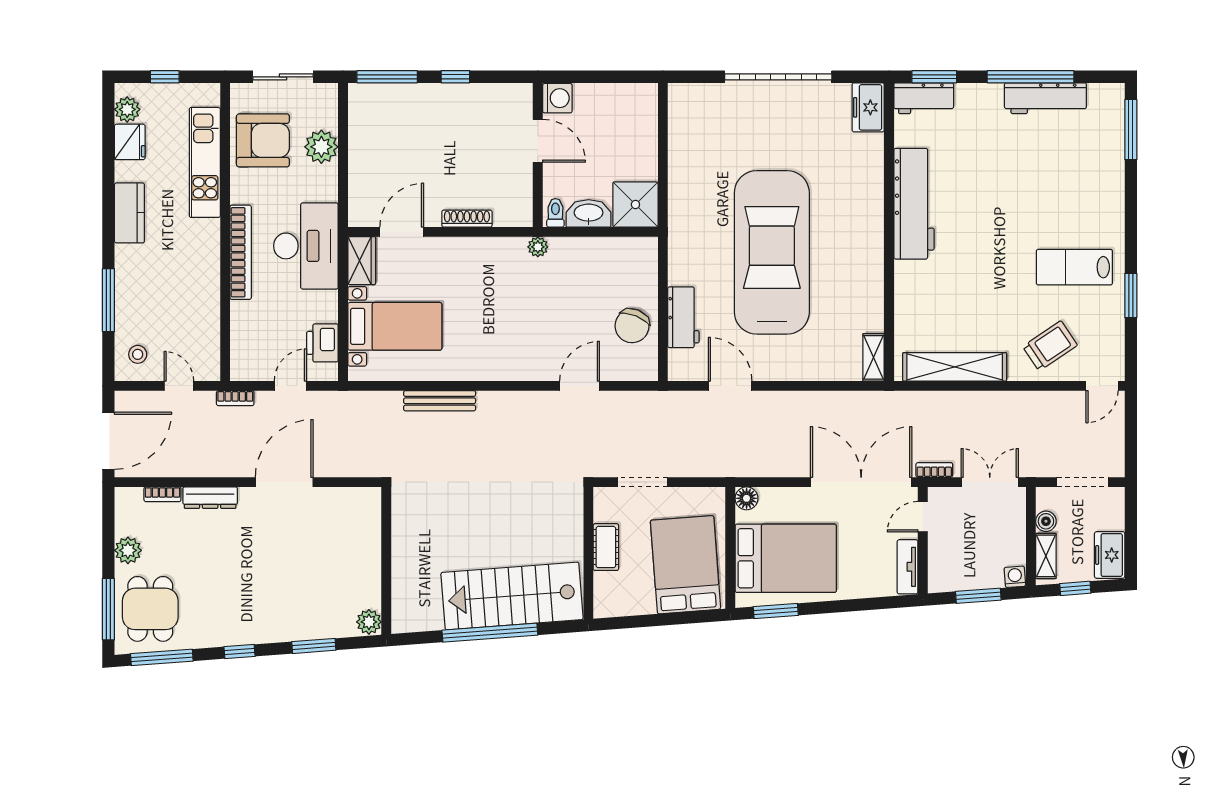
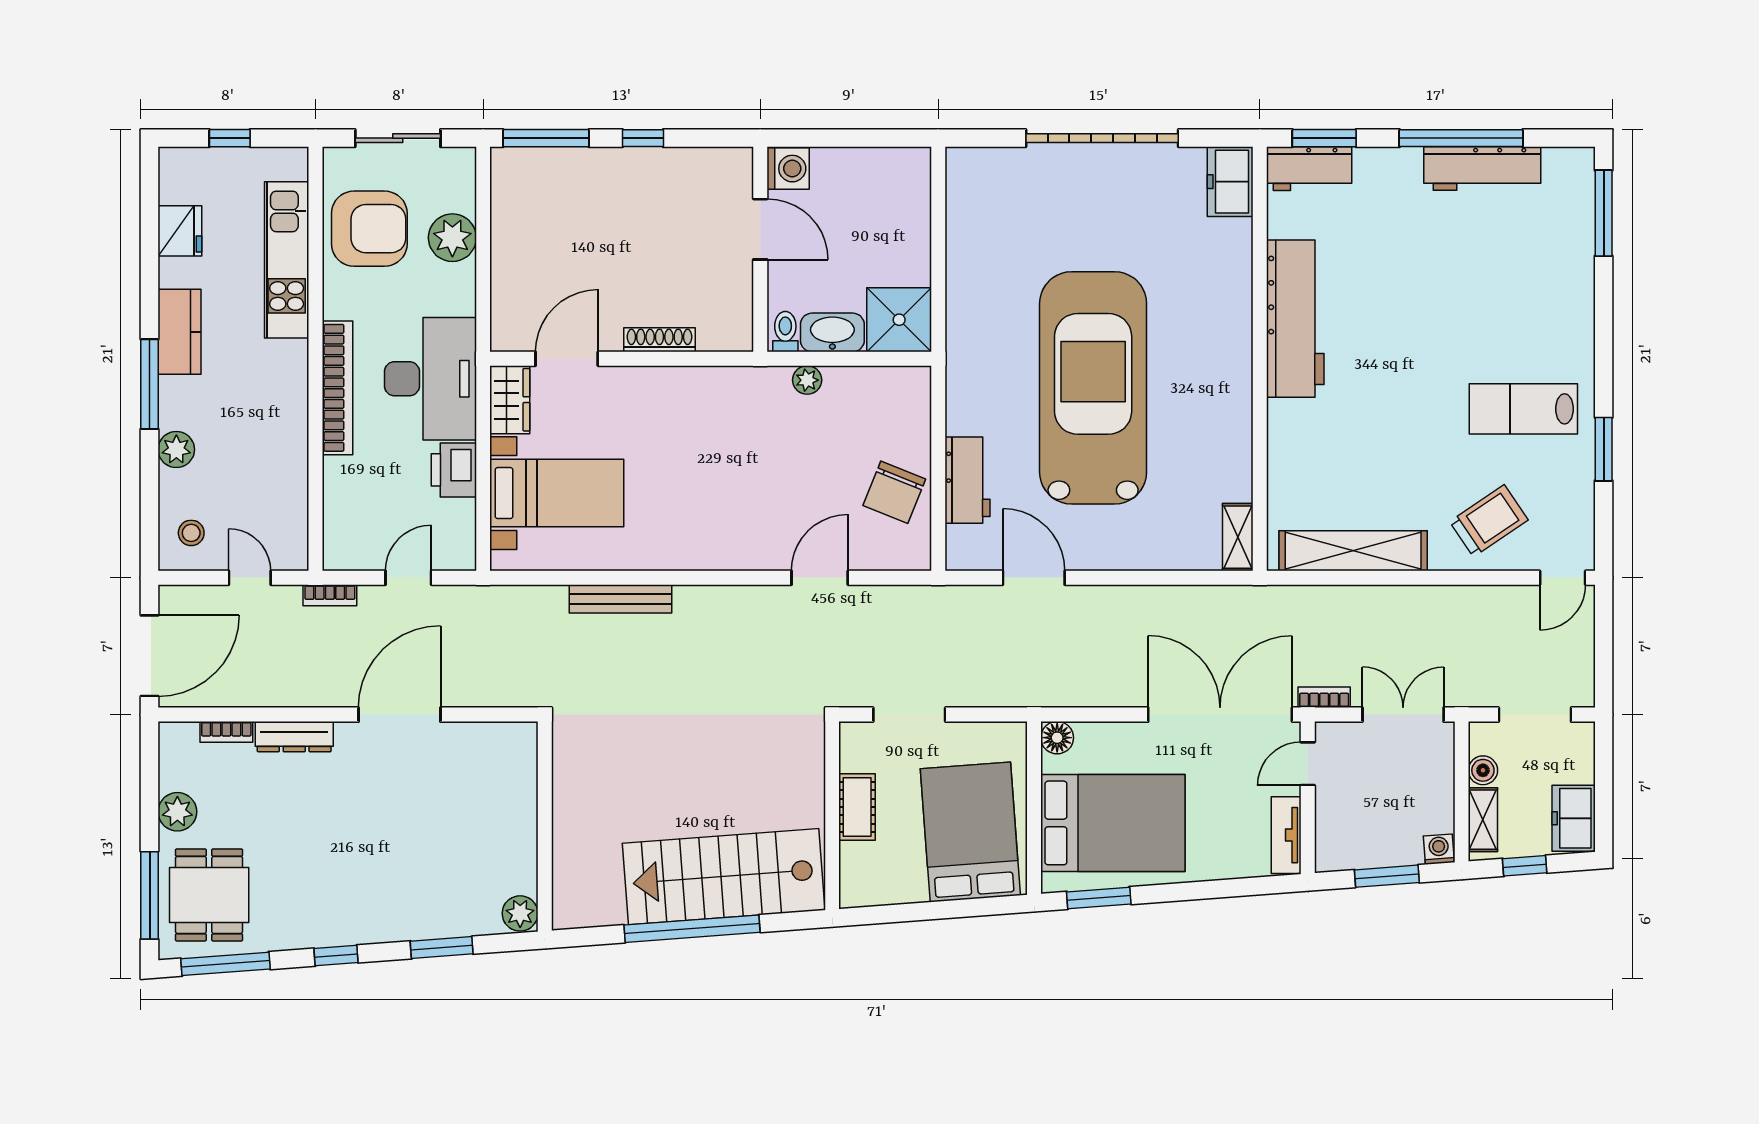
plant: (127, 109) -> (176, 450), moved
plant: (538, 247) -> (807, 380), moved
window: (108, 300) -> (150, 384), moved
printer: (322, 343) -> (454, 470), moved

